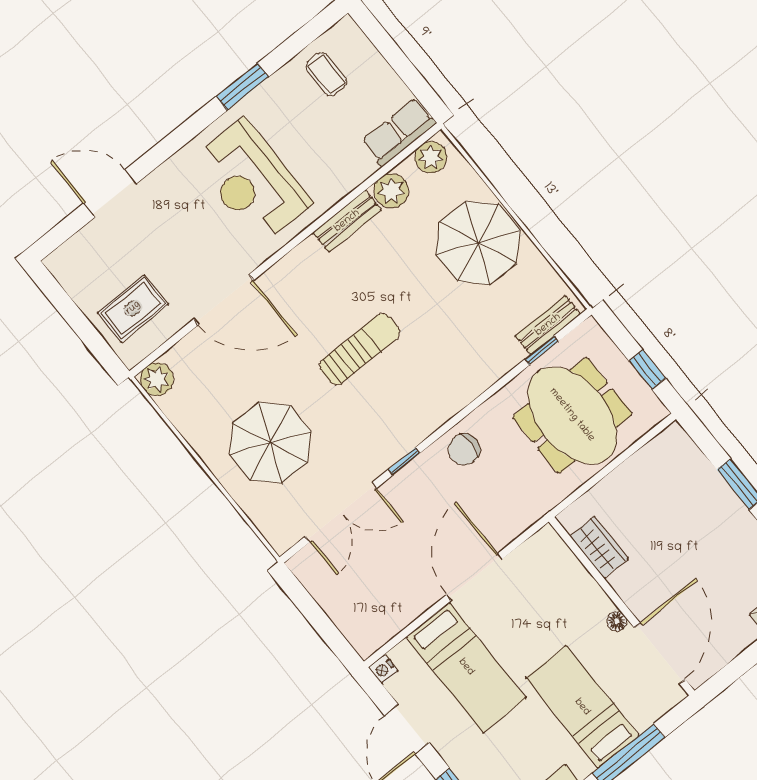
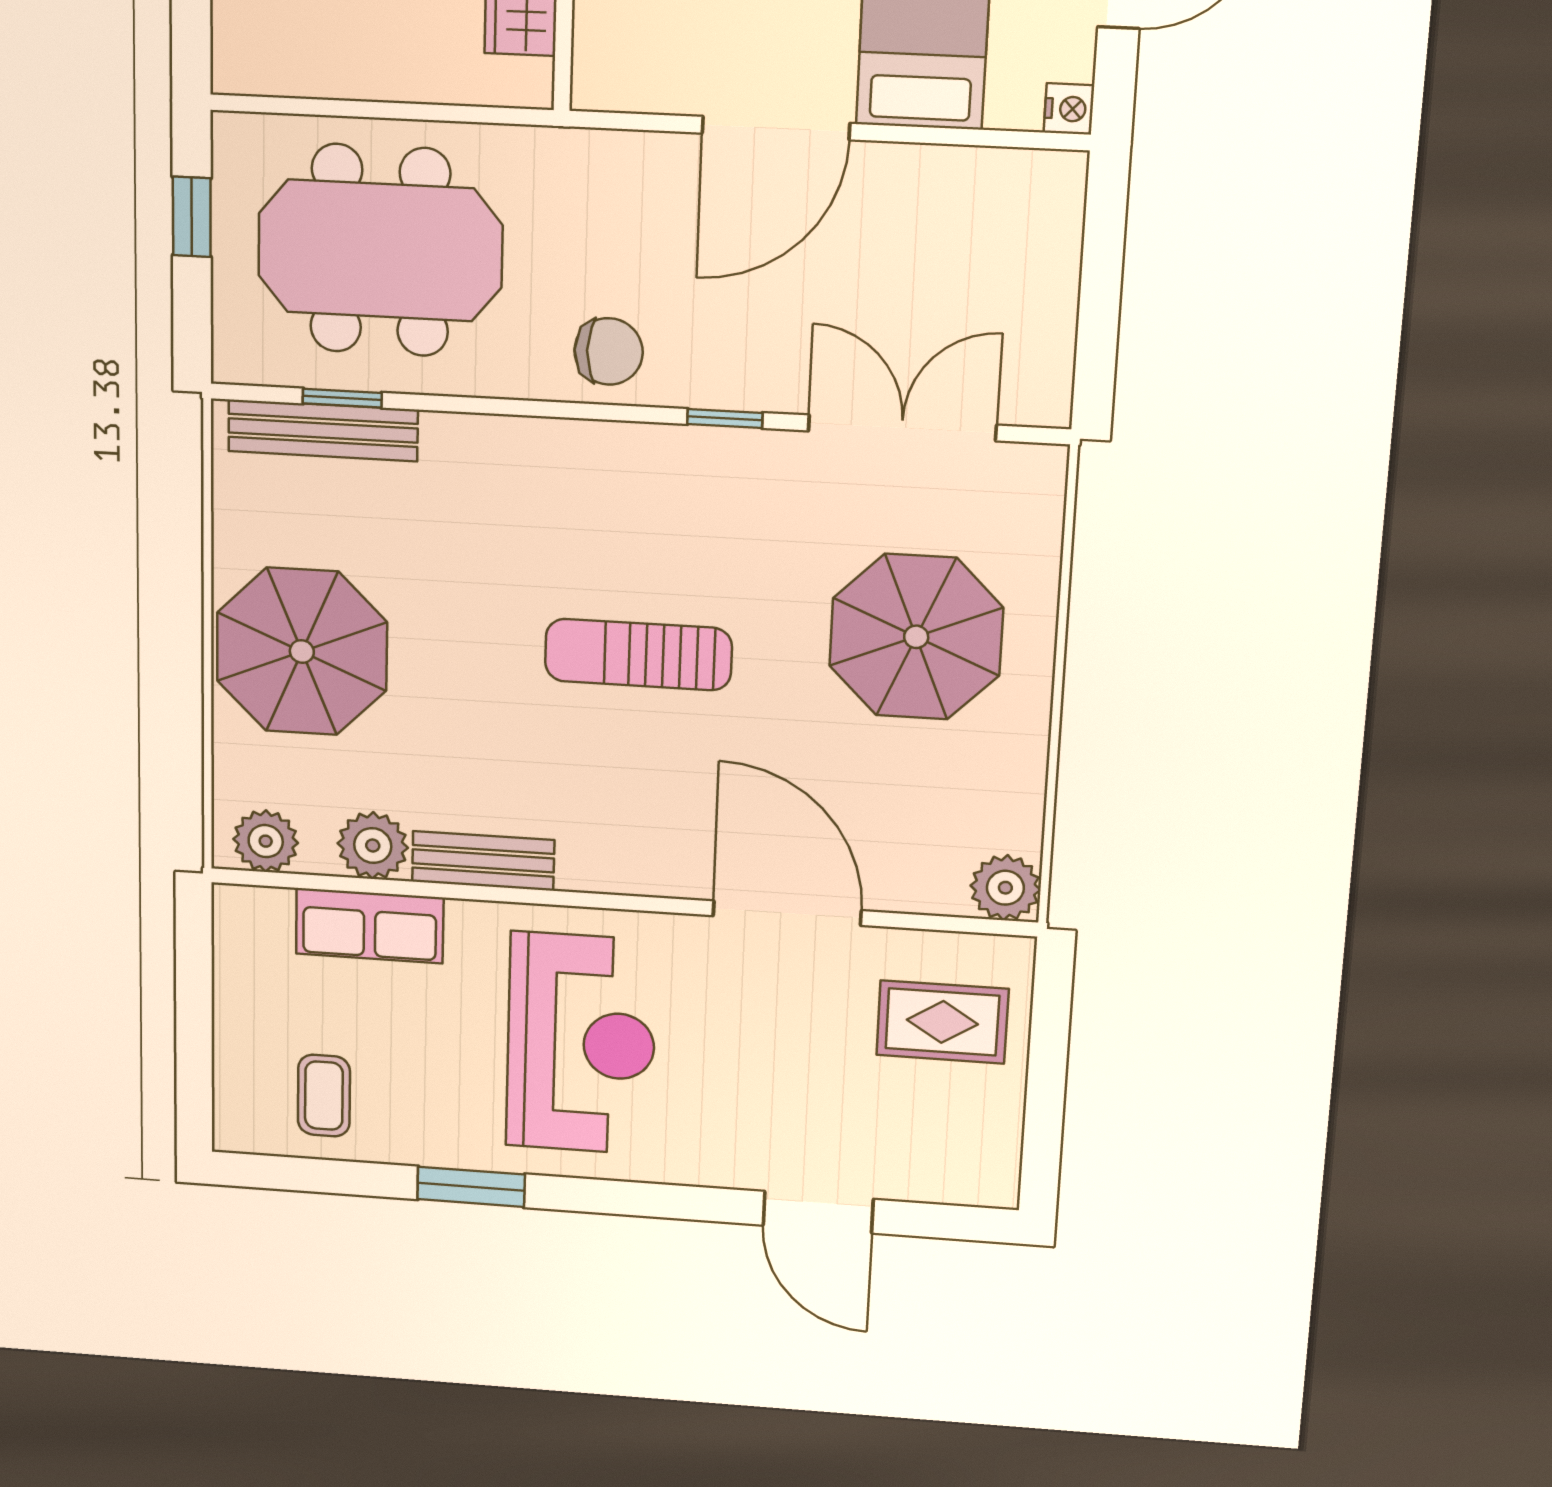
row of seats: (399, 132) -> (370, 926), moved
bench: (548, 325) -> (323, 430), width x1.36
meeting table: (572, 415) -> (380, 250), turned 90

